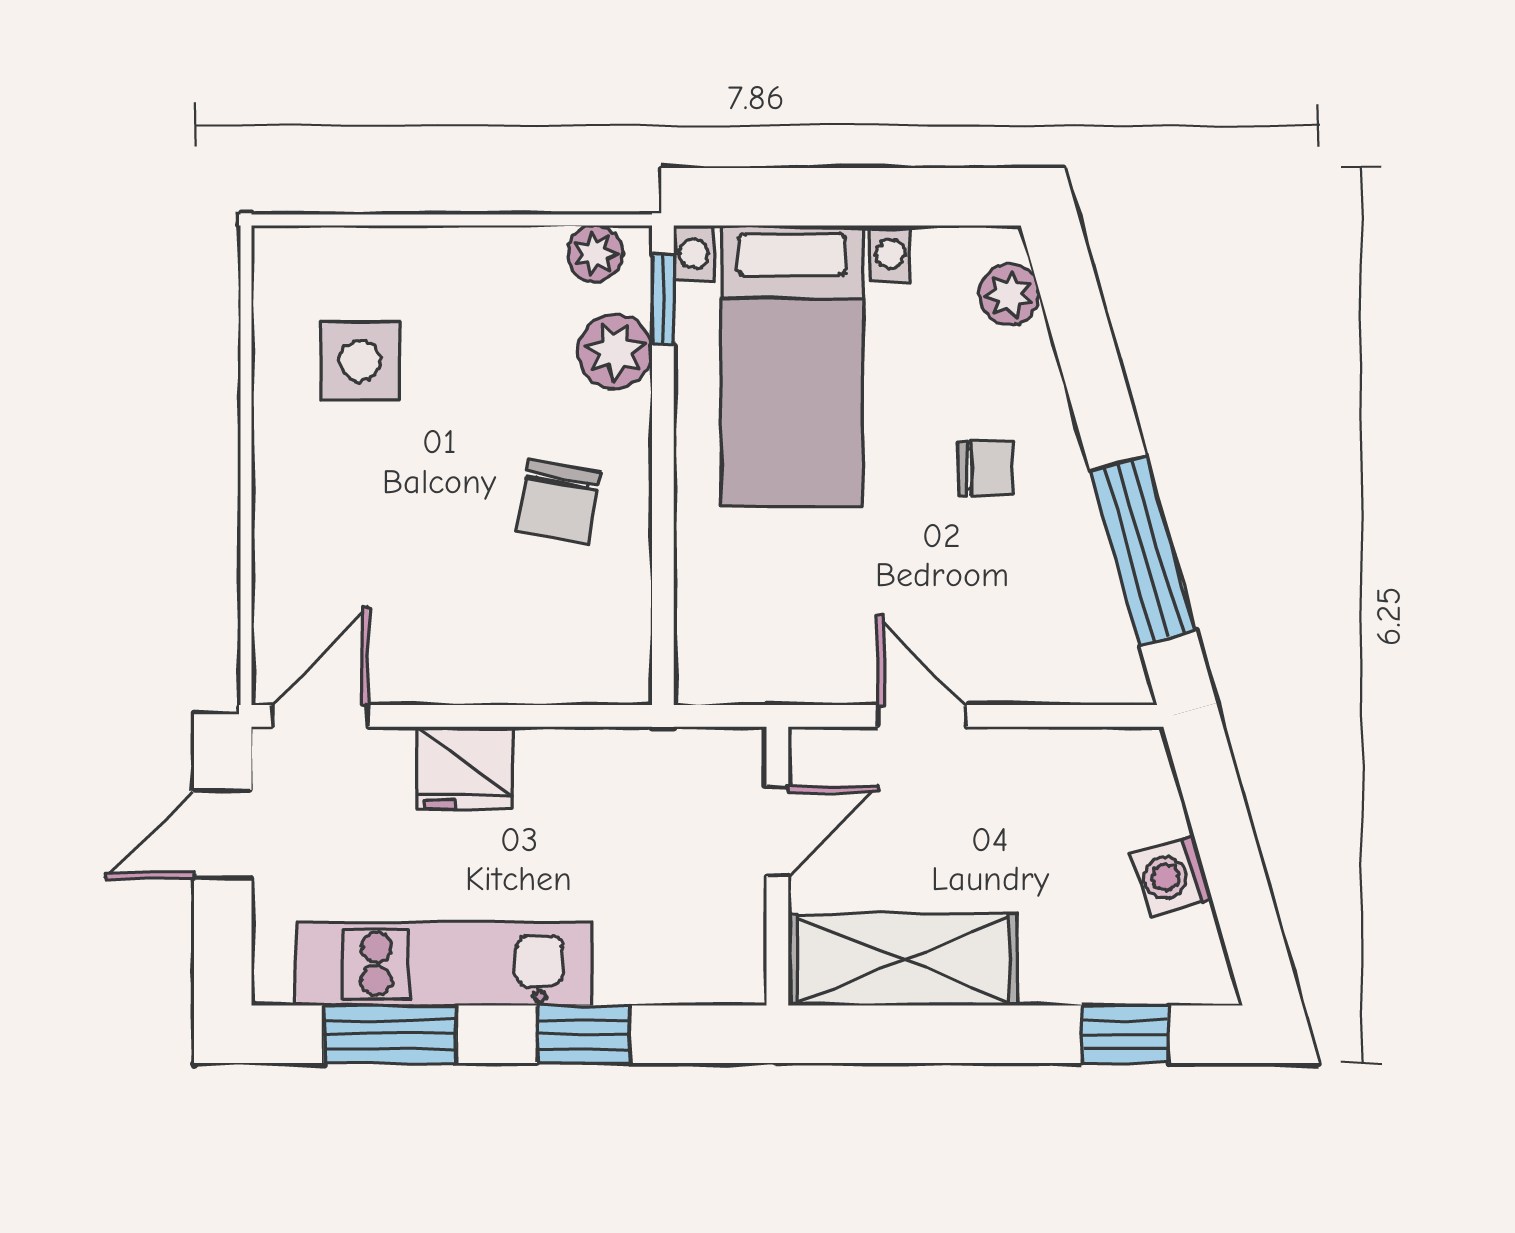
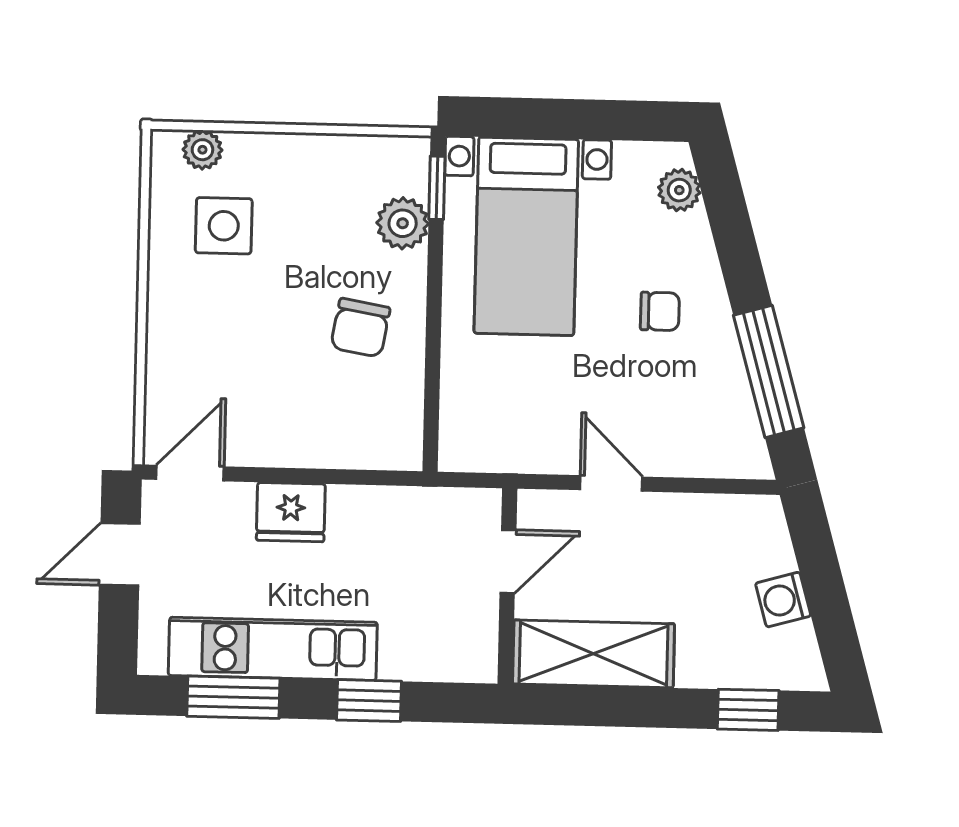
plant: (595, 253) -> (202, 150), moved

